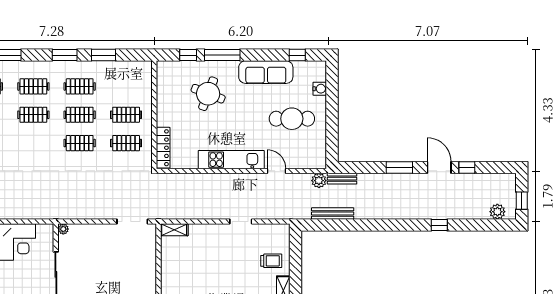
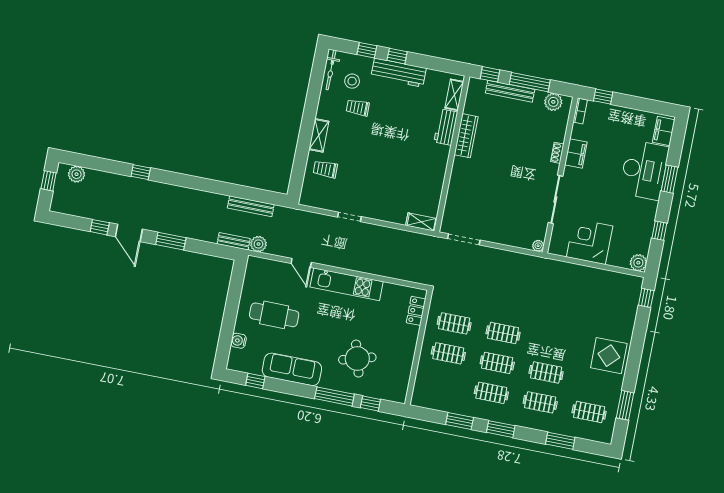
round table: (208, 94) -> (357, 359), turned -37
locker: (163, 148) -> (416, 311), width x0.66

